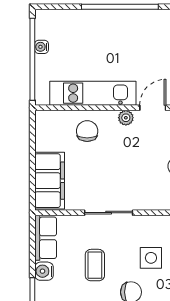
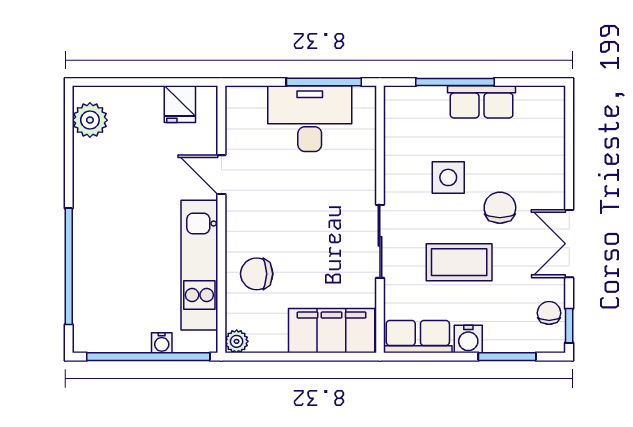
window: (120, 7) -> (69, 266), moved
water cooler: (42, 47) -> (162, 343), moved
plant: (126, 118) -> (237, 341), moved
coffee table: (95, 265) -> (459, 262), width x1.36, depth x1.30

